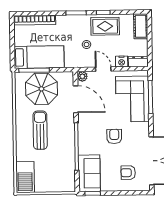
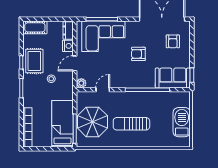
door: (76, 99) -> (103, 90), width x0.53
barbecue: (25, 177) -> (182, 122), moved, turned -90

